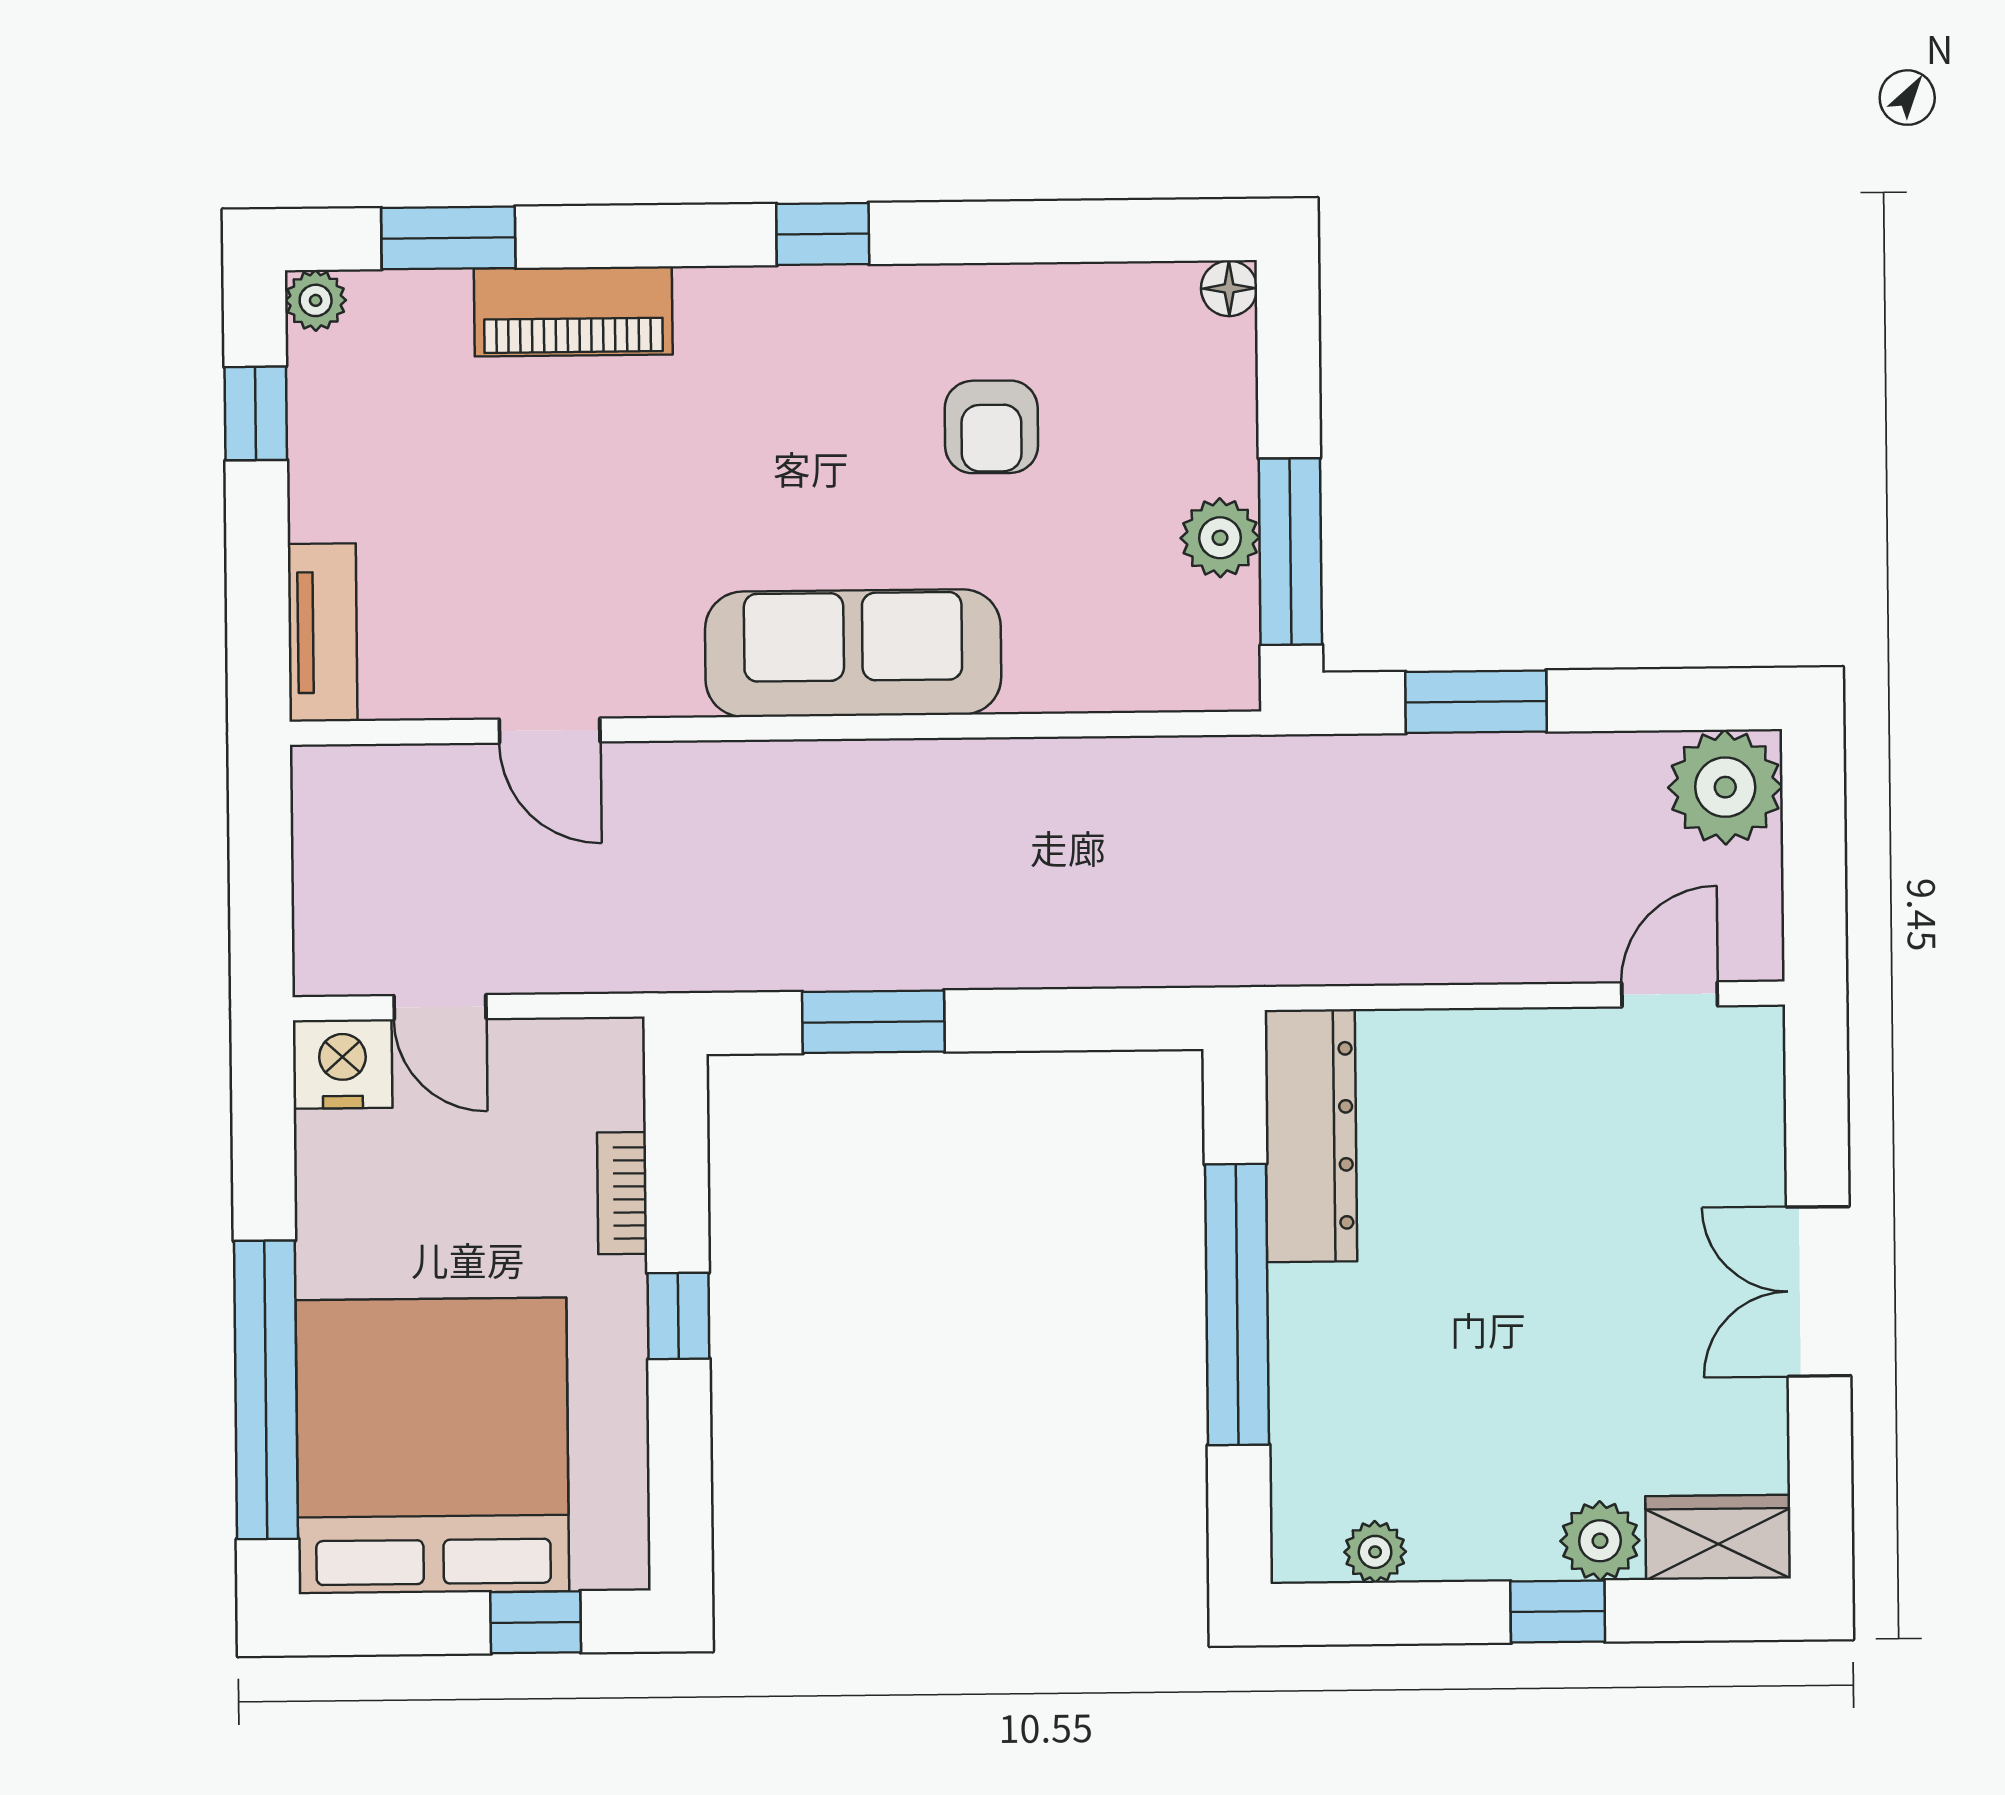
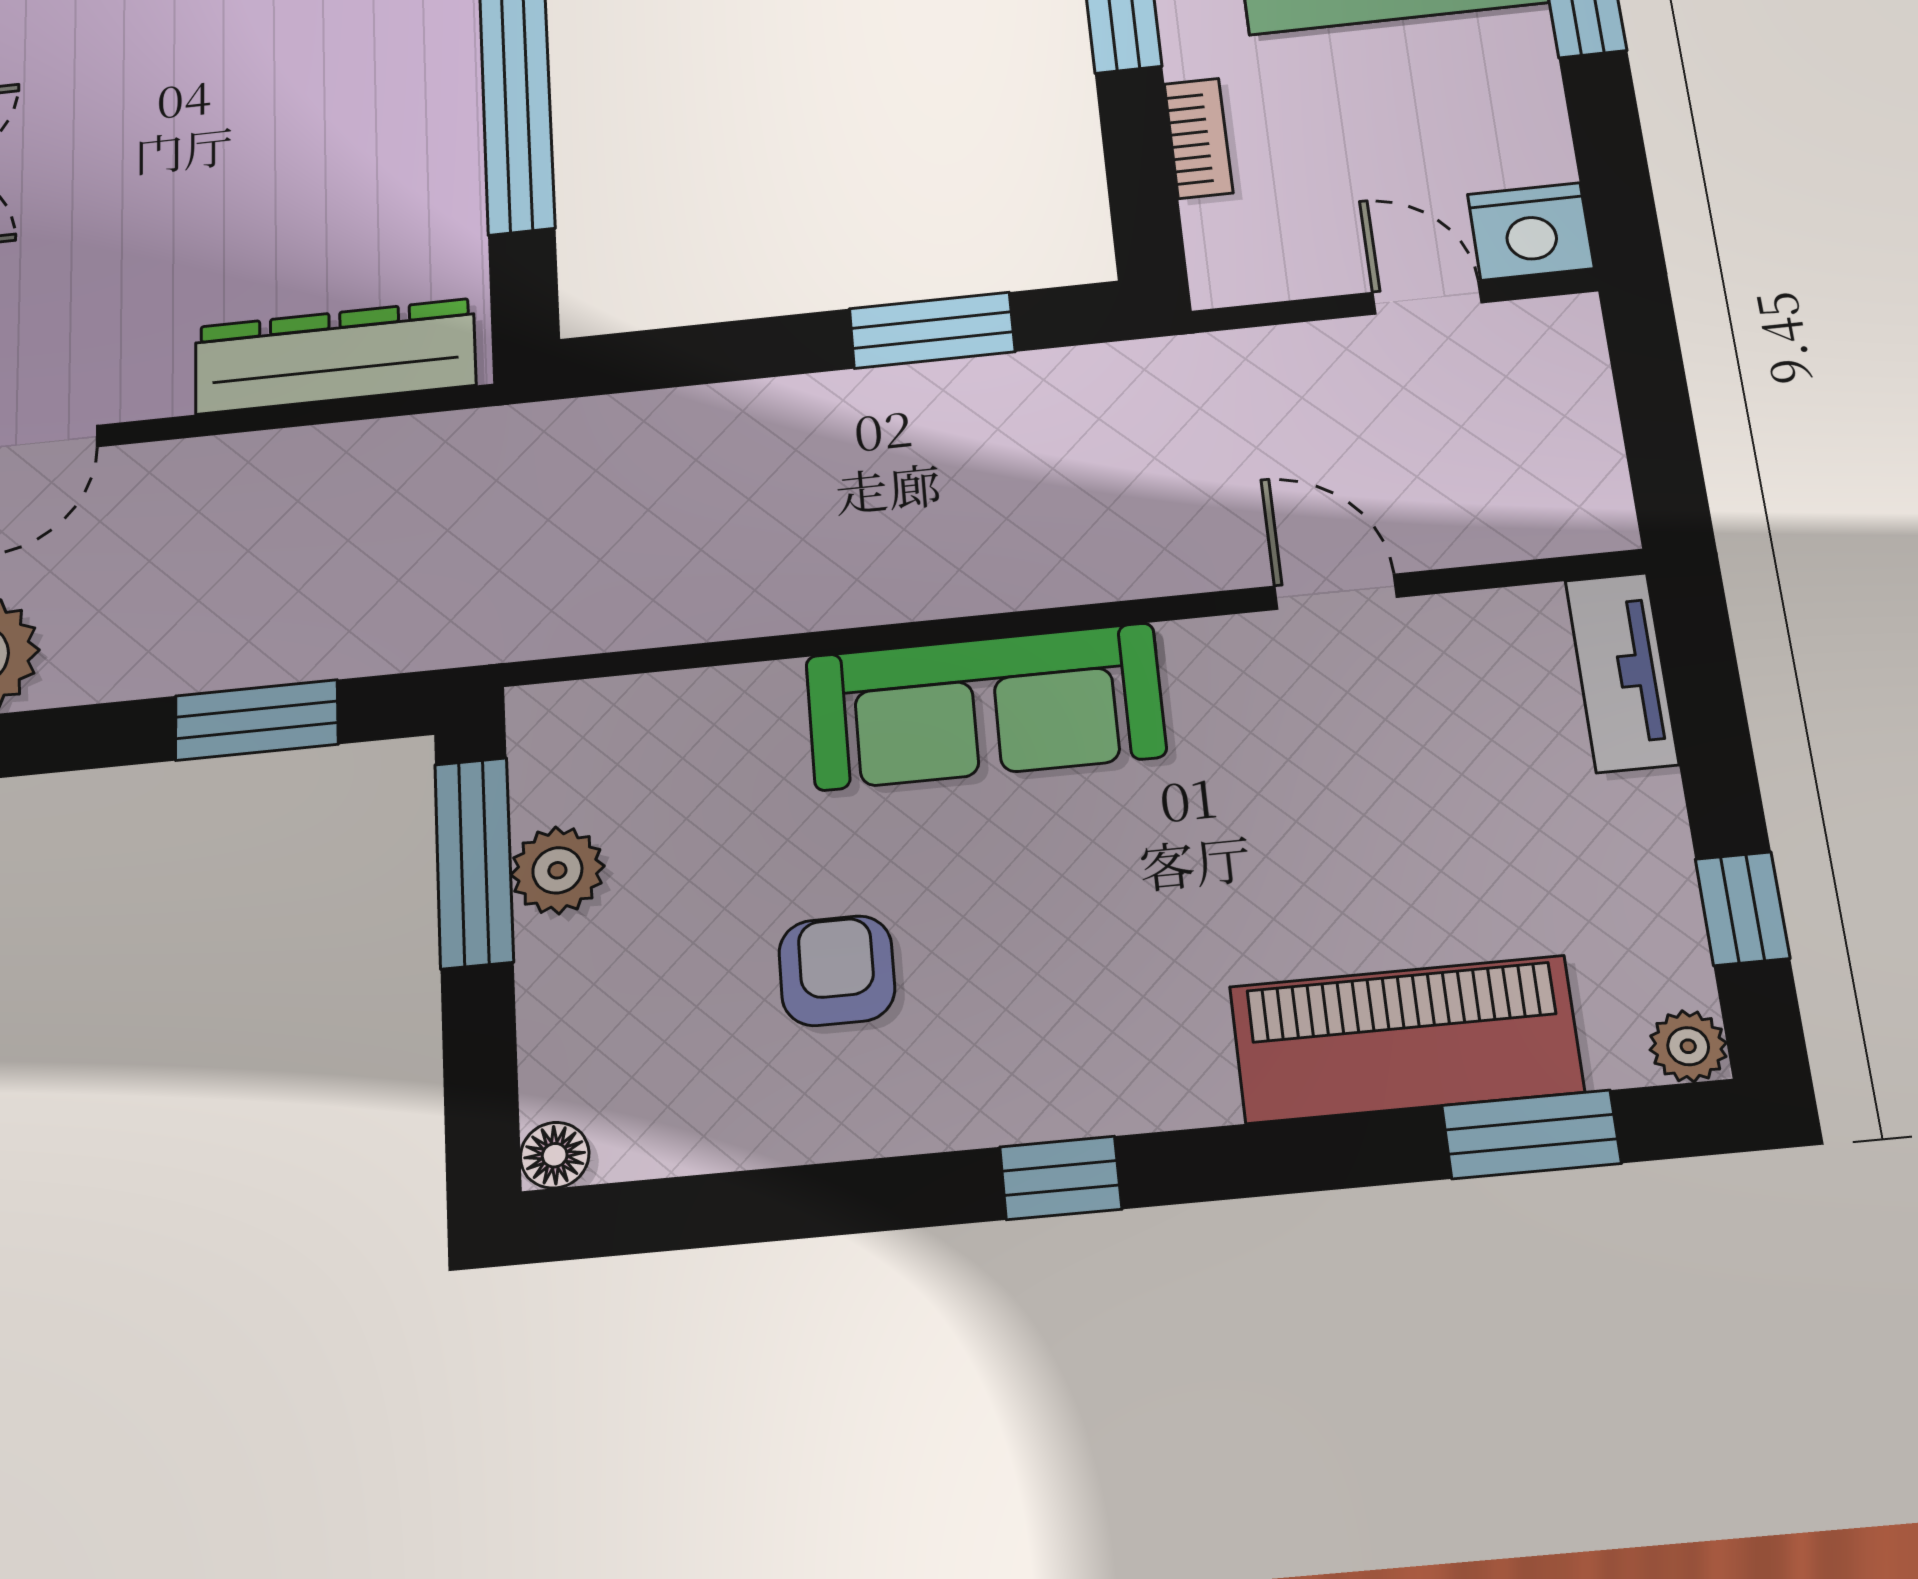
piano: (573, 311) -> (1406, 1039), width x1.37, depth x1.33
dresser: (1311, 1136) -> (335, 356), moved, turned 90

